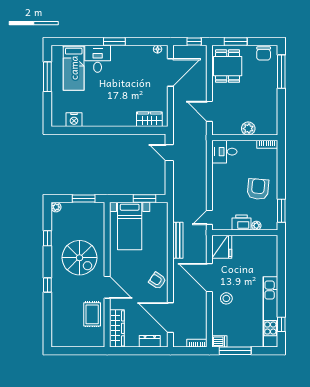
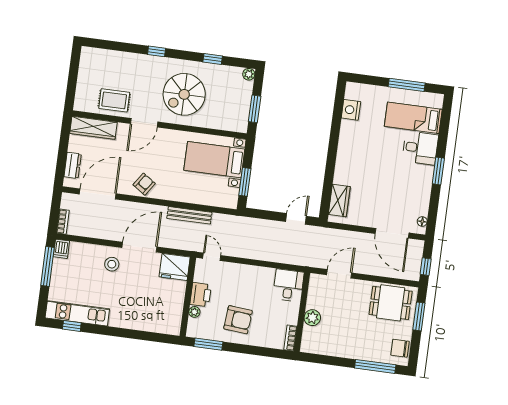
kitchen unit: (270, 312) -> (77, 313), width x0.73

